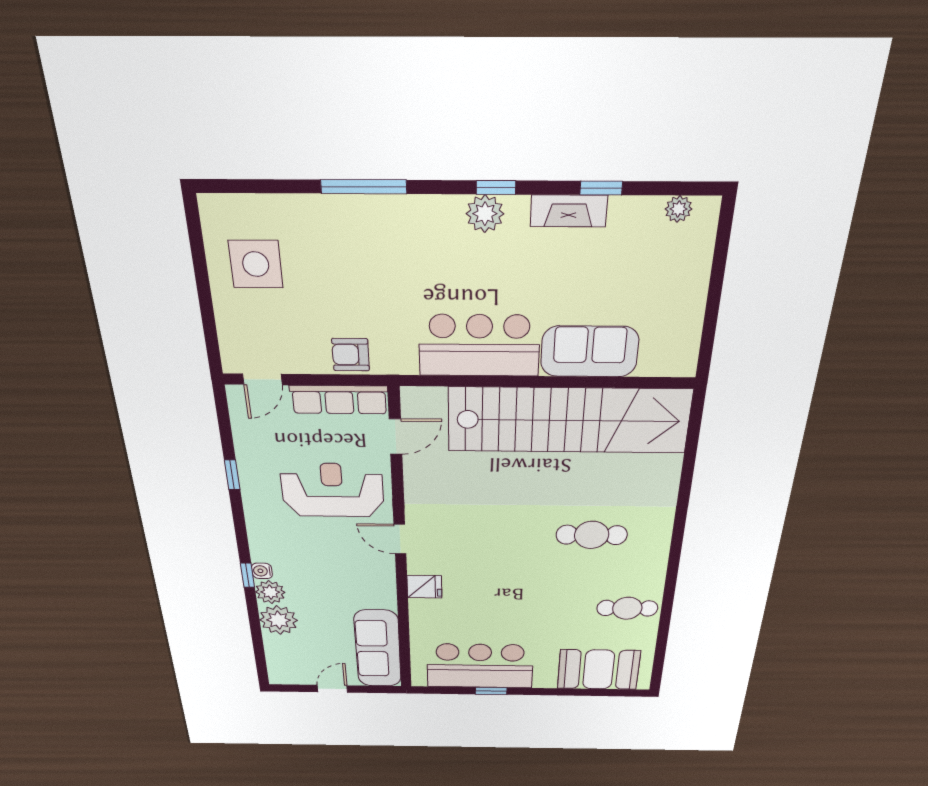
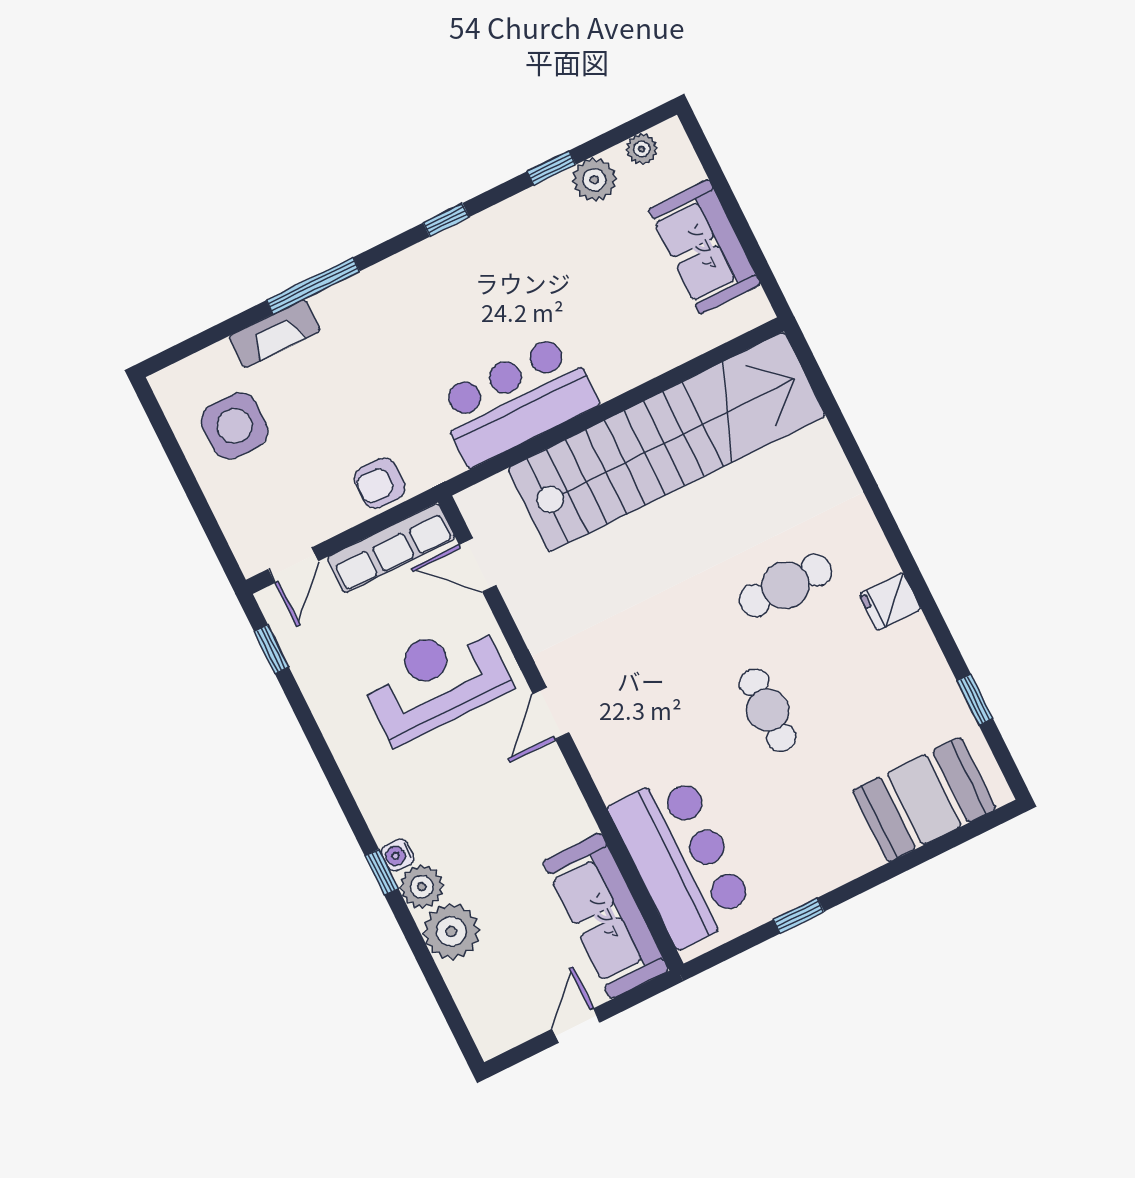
fireplace: (569, 211) -> (275, 334), moved
plant: (485, 214) -> (594, 180), moved
sofa: (590, 352) -> (704, 247), moved, turned -90
door: (396, 437) -> (478, 565), swing flipped
window: (232, 475) -> (271, 649), moved
door: (400, 539) -> (551, 713), hinge flipped
fridge: (424, 587) -> (890, 602), moved, turned 180
cafe table: (627, 608) -> (768, 710), moved, turned 90
window: (662, 637) -> (975, 700), added
bar counter: (480, 666) -> (682, 859), moved, turned 90

